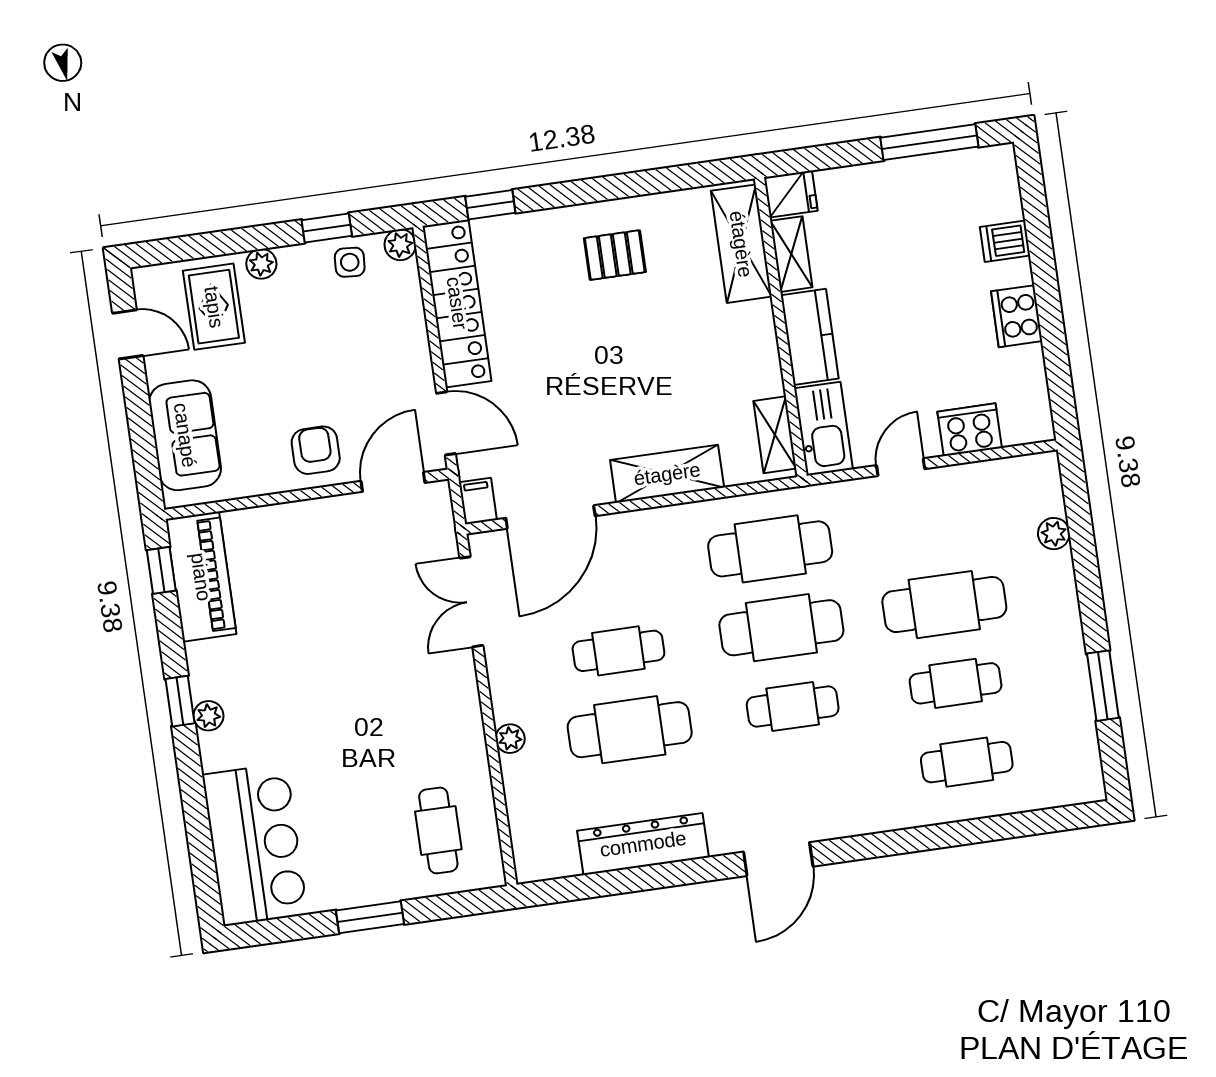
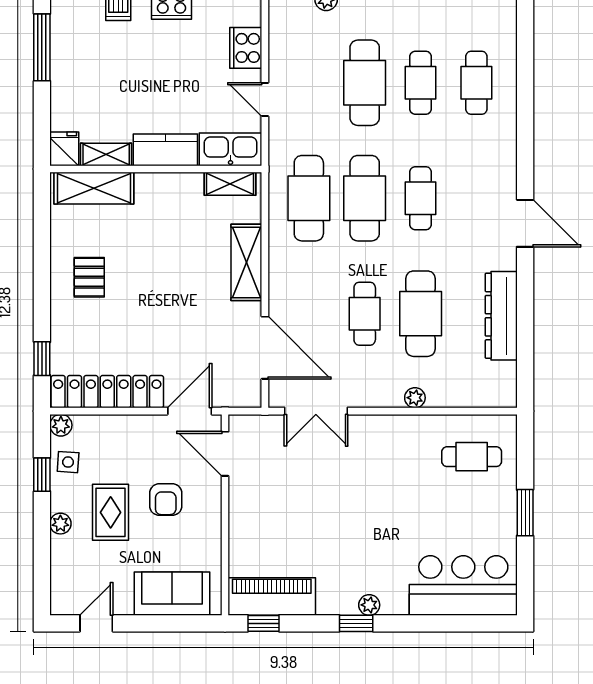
rug: (214, 307) -> (111, 512), moved, turned 90
armchair: (316, 450) -> (166, 500), moved, turned -90
filing cabinet: (478, 501) -> (247, 397), removed

